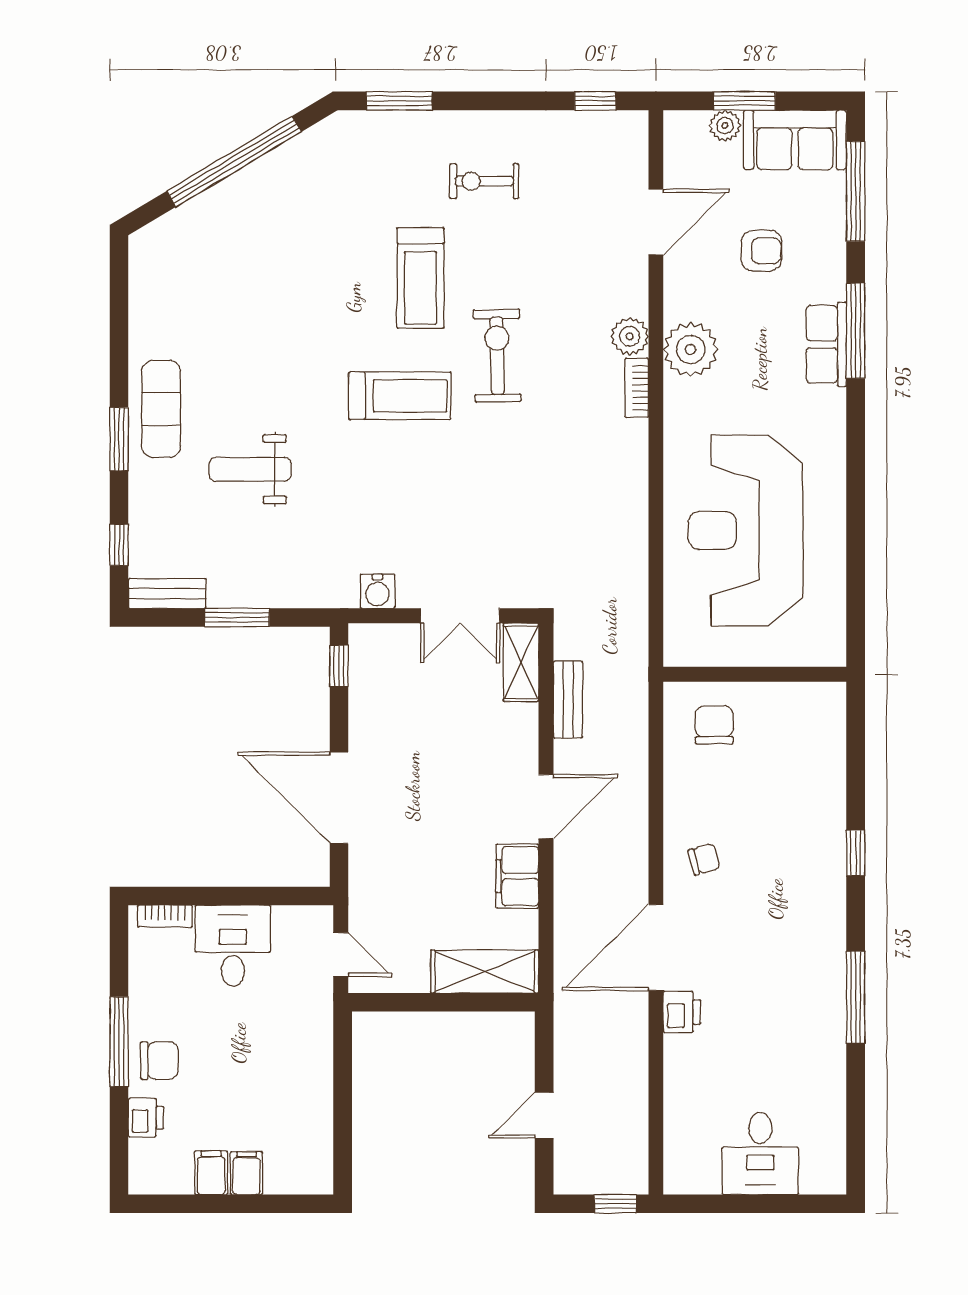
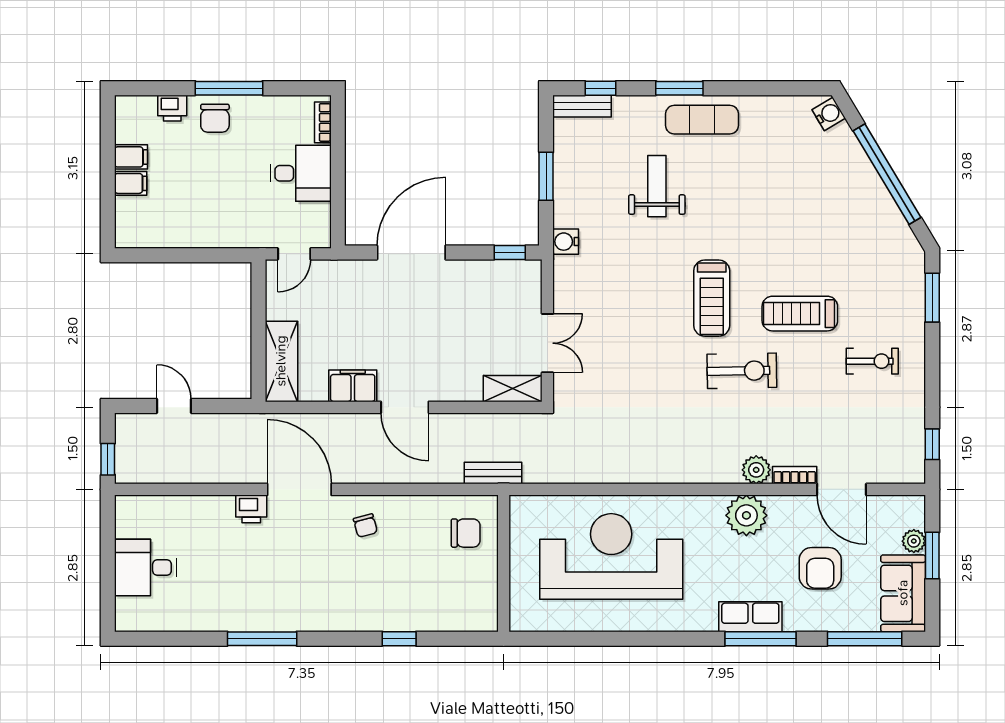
exercise bike: (484, 181) -> (872, 361), turned 90
water cooler: (154, 239) -> (829, 114), added
armchair: (761, 251) -> (820, 568), width x1.38, depth x1.38
bookcase: (637, 388) -> (795, 475), moved
water cooler: (377, 591) -> (566, 242), moved
bench: (167, 594) -> (582, 106), moved, turned 90
double door: (460, 616) -> (547, 343), swing flipped
bench: (568, 700) -> (493, 473), moved
window: (856, 853) -> (399, 639), moved

